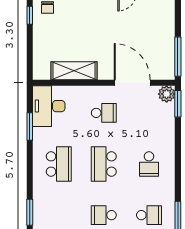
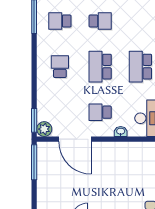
shelving: (74, 71) -> (127, 150), removed
washbasin: (81, 91) -> (121, 131), added
school desk: (104, 164) -> (100, 67), turned 180

